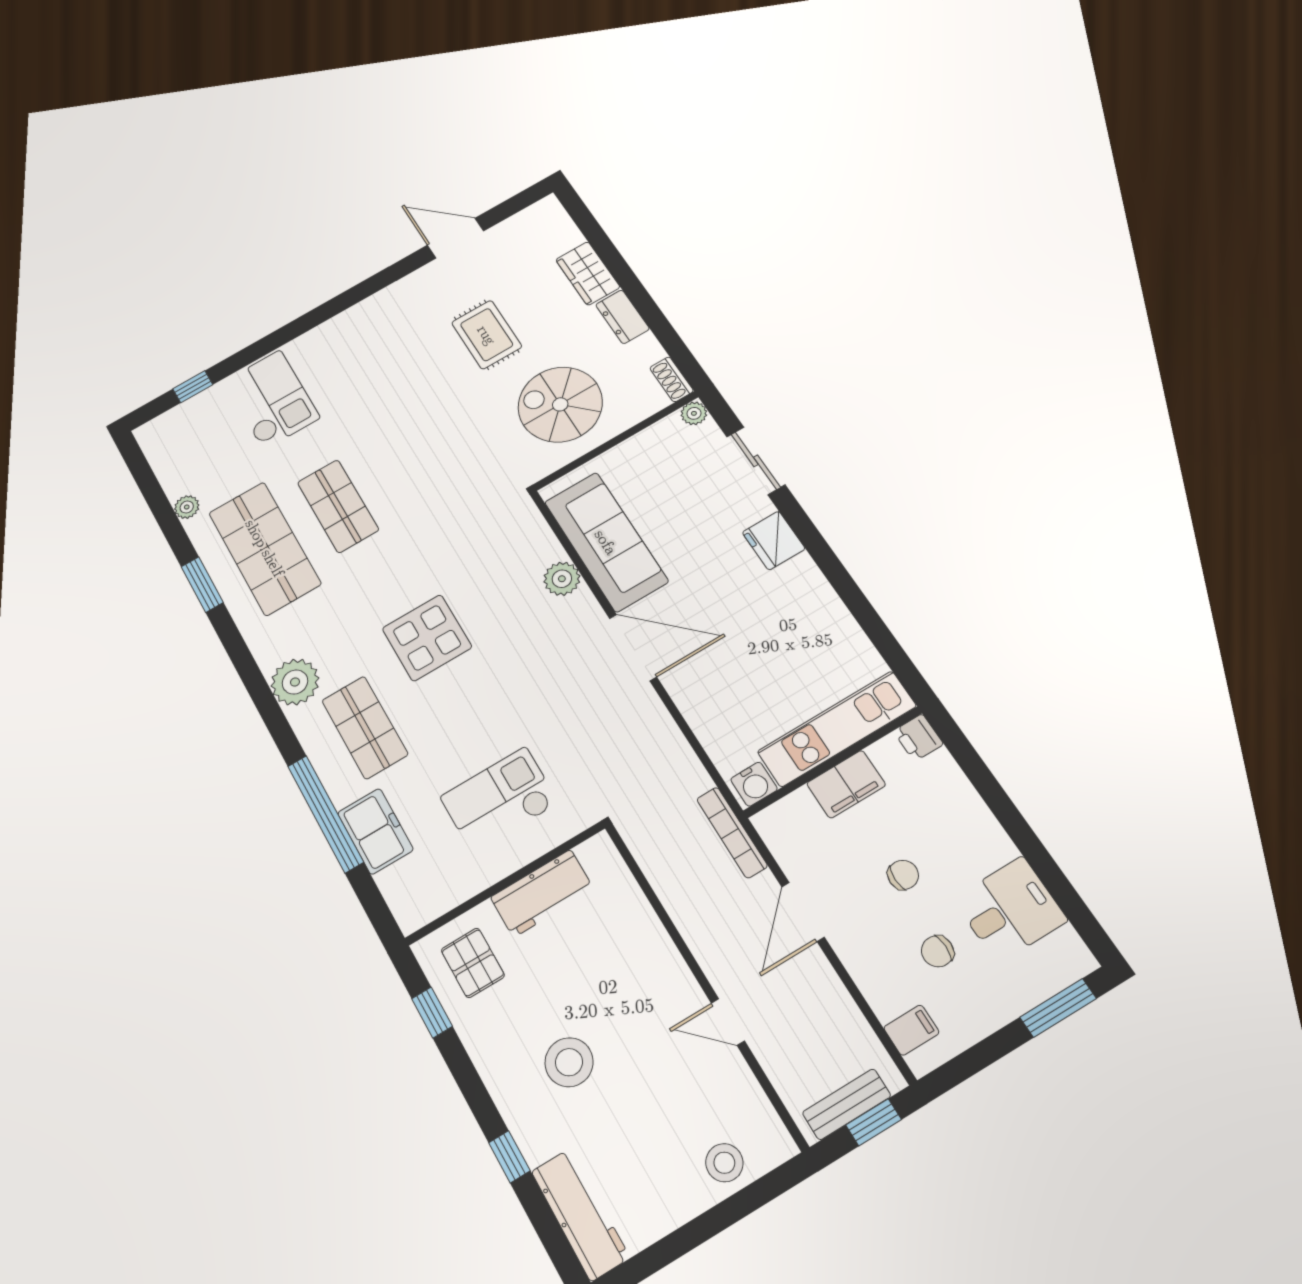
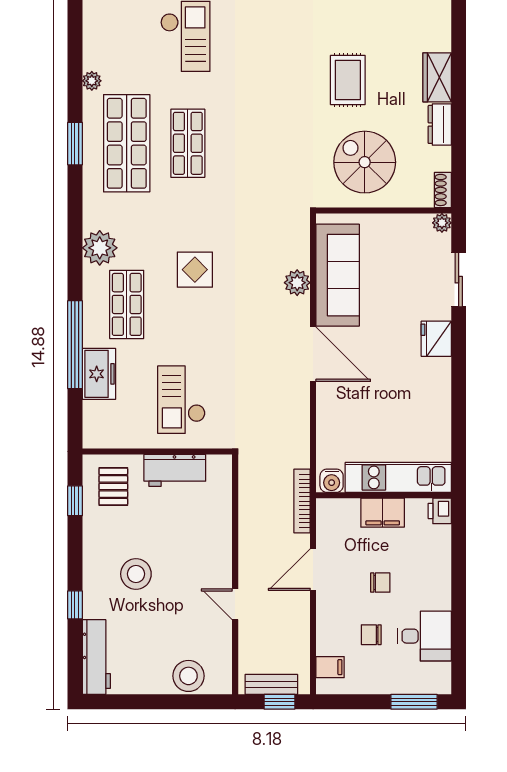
display table: (427, 638) -> (195, 270), width x0.73, depth x0.73
checkout: (499, 800) -> (181, 400), turned -90
stool: (724, 1163) -> (188, 676), width x1.38, depth x1.38

